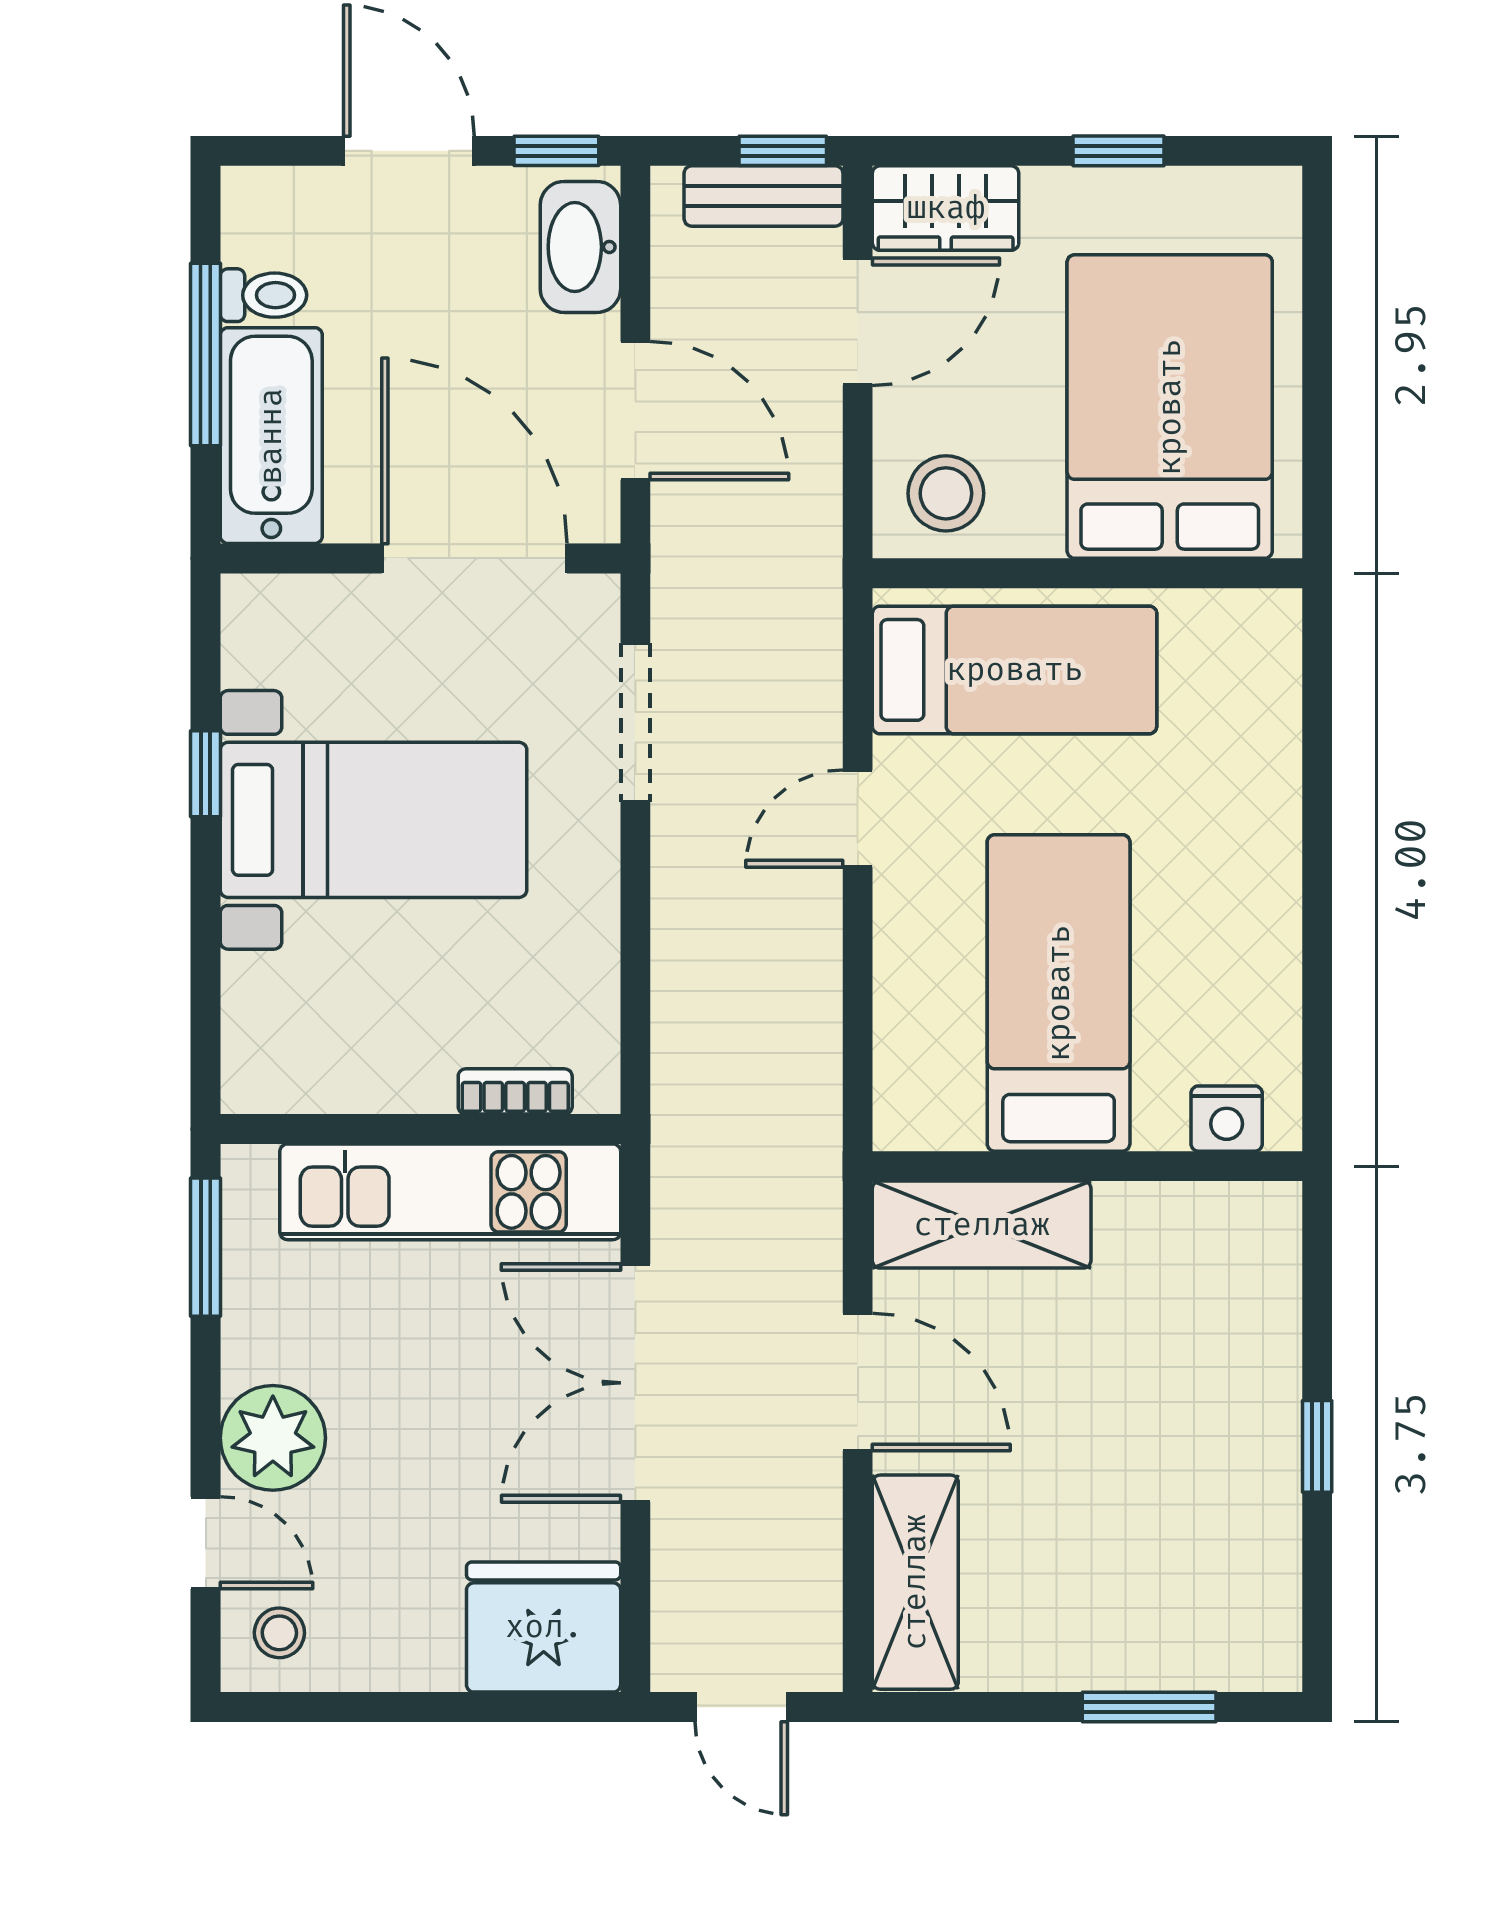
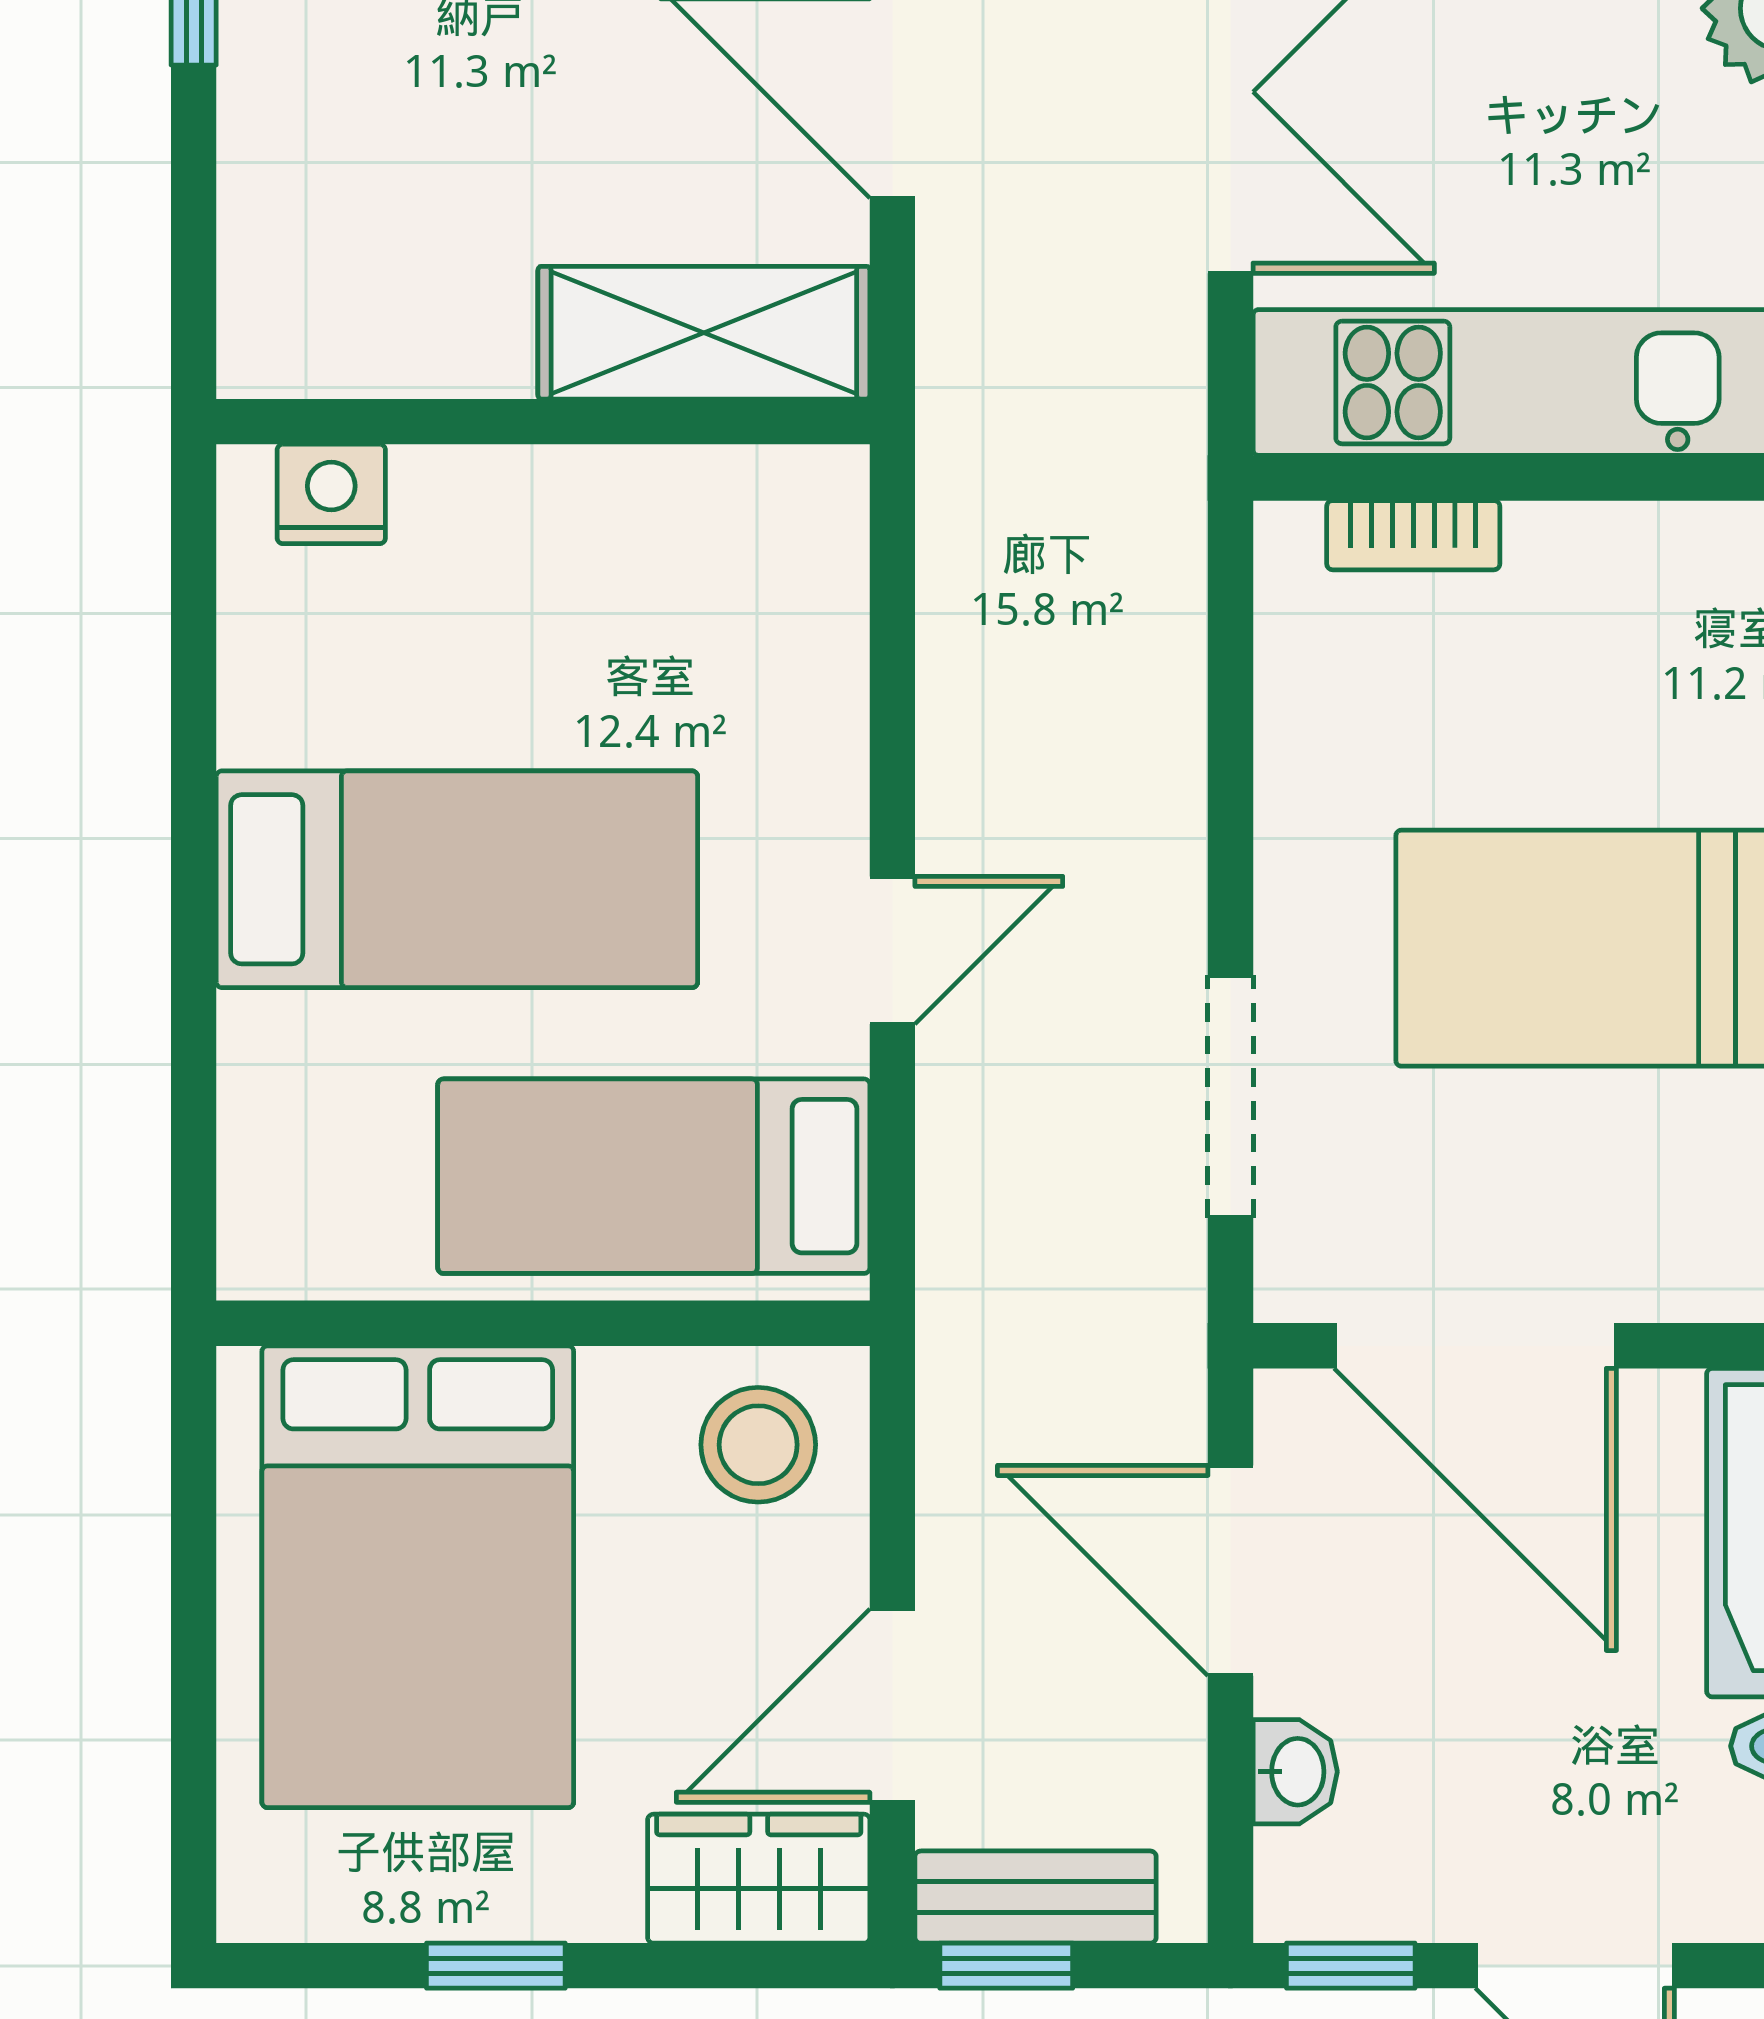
washbasin: (580, 247) -> (1295, 1772), width x0.52, depth x0.69
bed: (1059, 993) -> (457, 879), moved, turned -90

